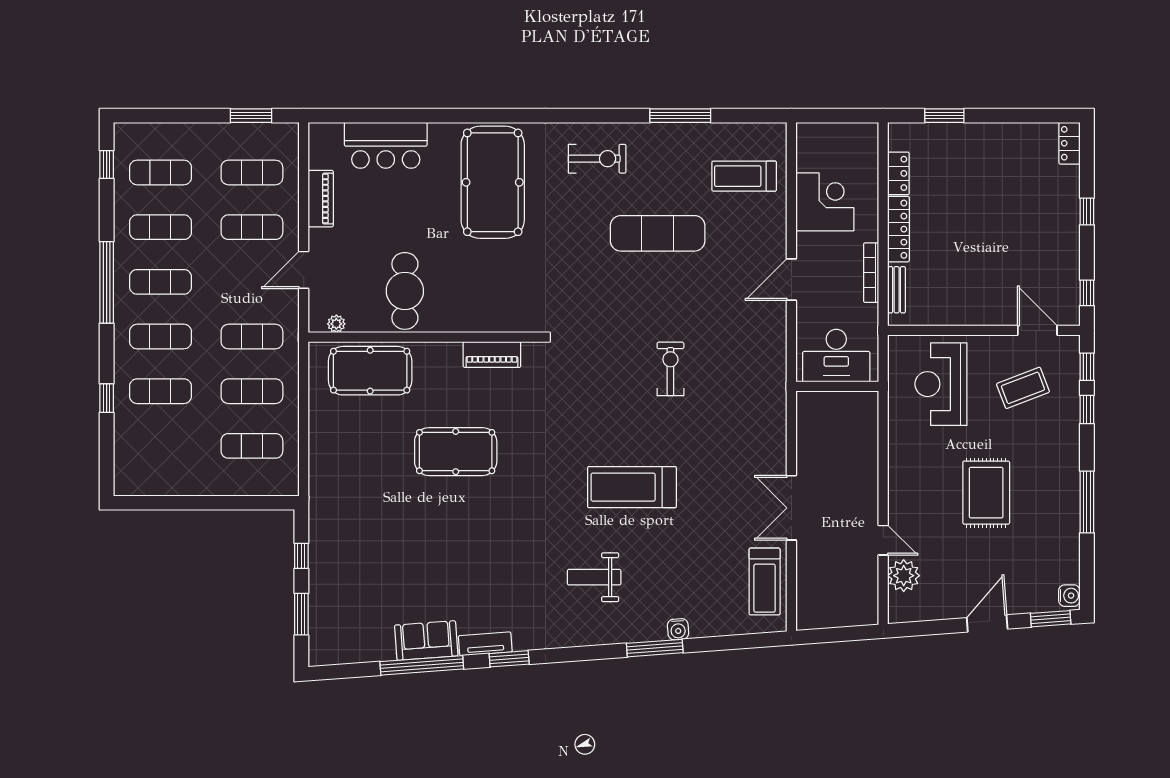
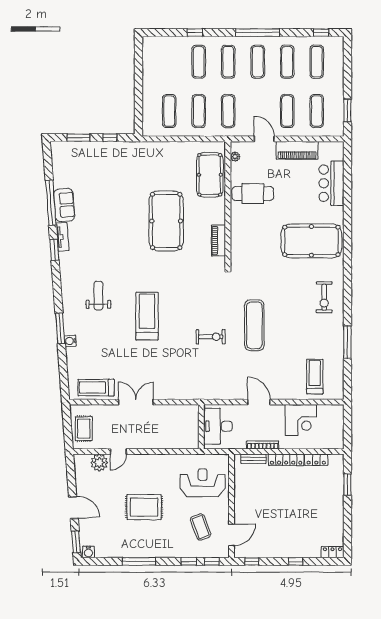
piano: (321, 199) -> (297, 150), width x1.37, depth x1.33
exercise mat: (658, 233) -> (254, 325), moved
pool table: (456, 452) -> (166, 221), width x1.36, depth x1.32
rug: (841, 604) -> (84, 429), added

